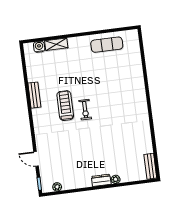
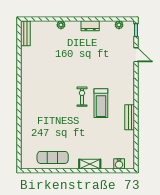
shelving: (56, 44) -> (90, 164), moved
dresser: (101, 180) -> (90, 26), moved

